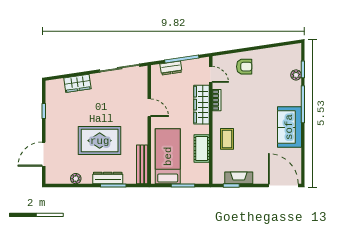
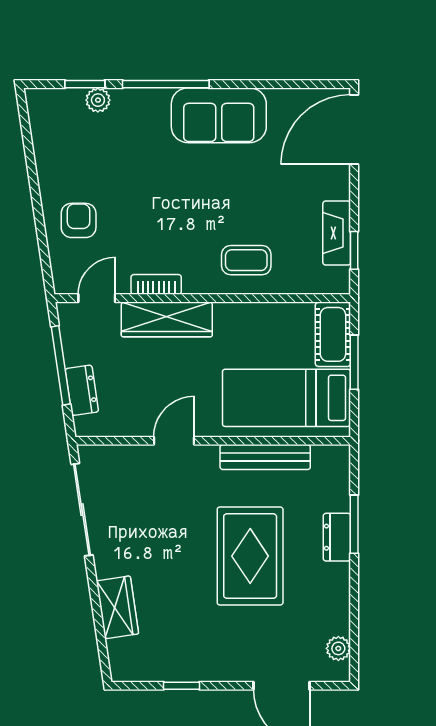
cot: (202, 148) -> (333, 334), moved, turned 90
bench: (142, 164) -> (265, 457), moved
dresser: (108, 178) -> (337, 537), width x0.70
plant: (76, 179) -> (338, 648), moved

